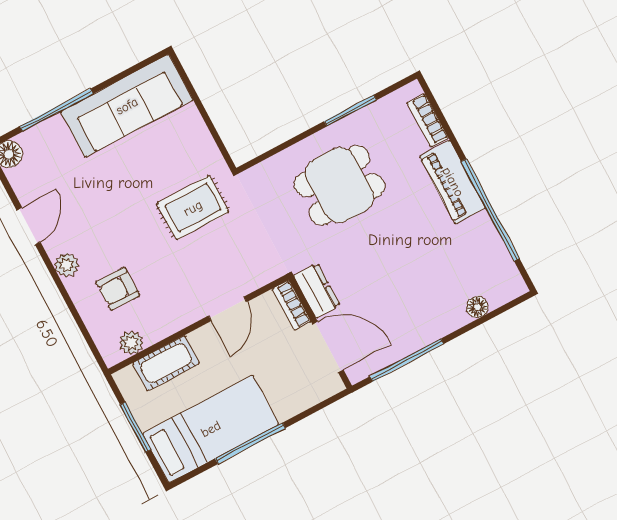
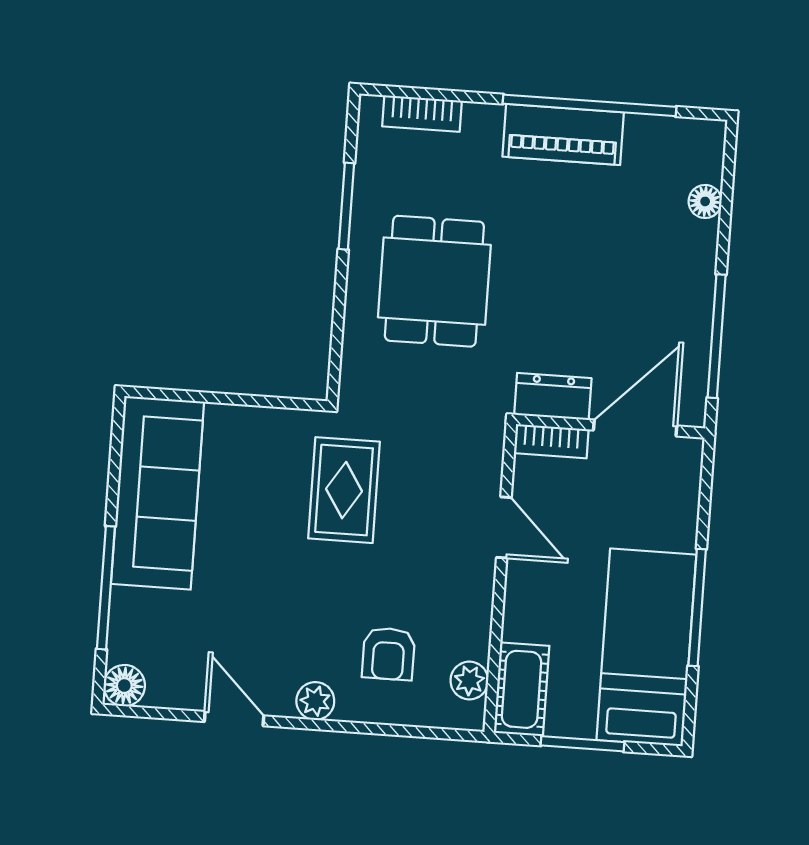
piano: (453, 182) -> (563, 135), moved
cot: (166, 363) -> (522, 689), moved

